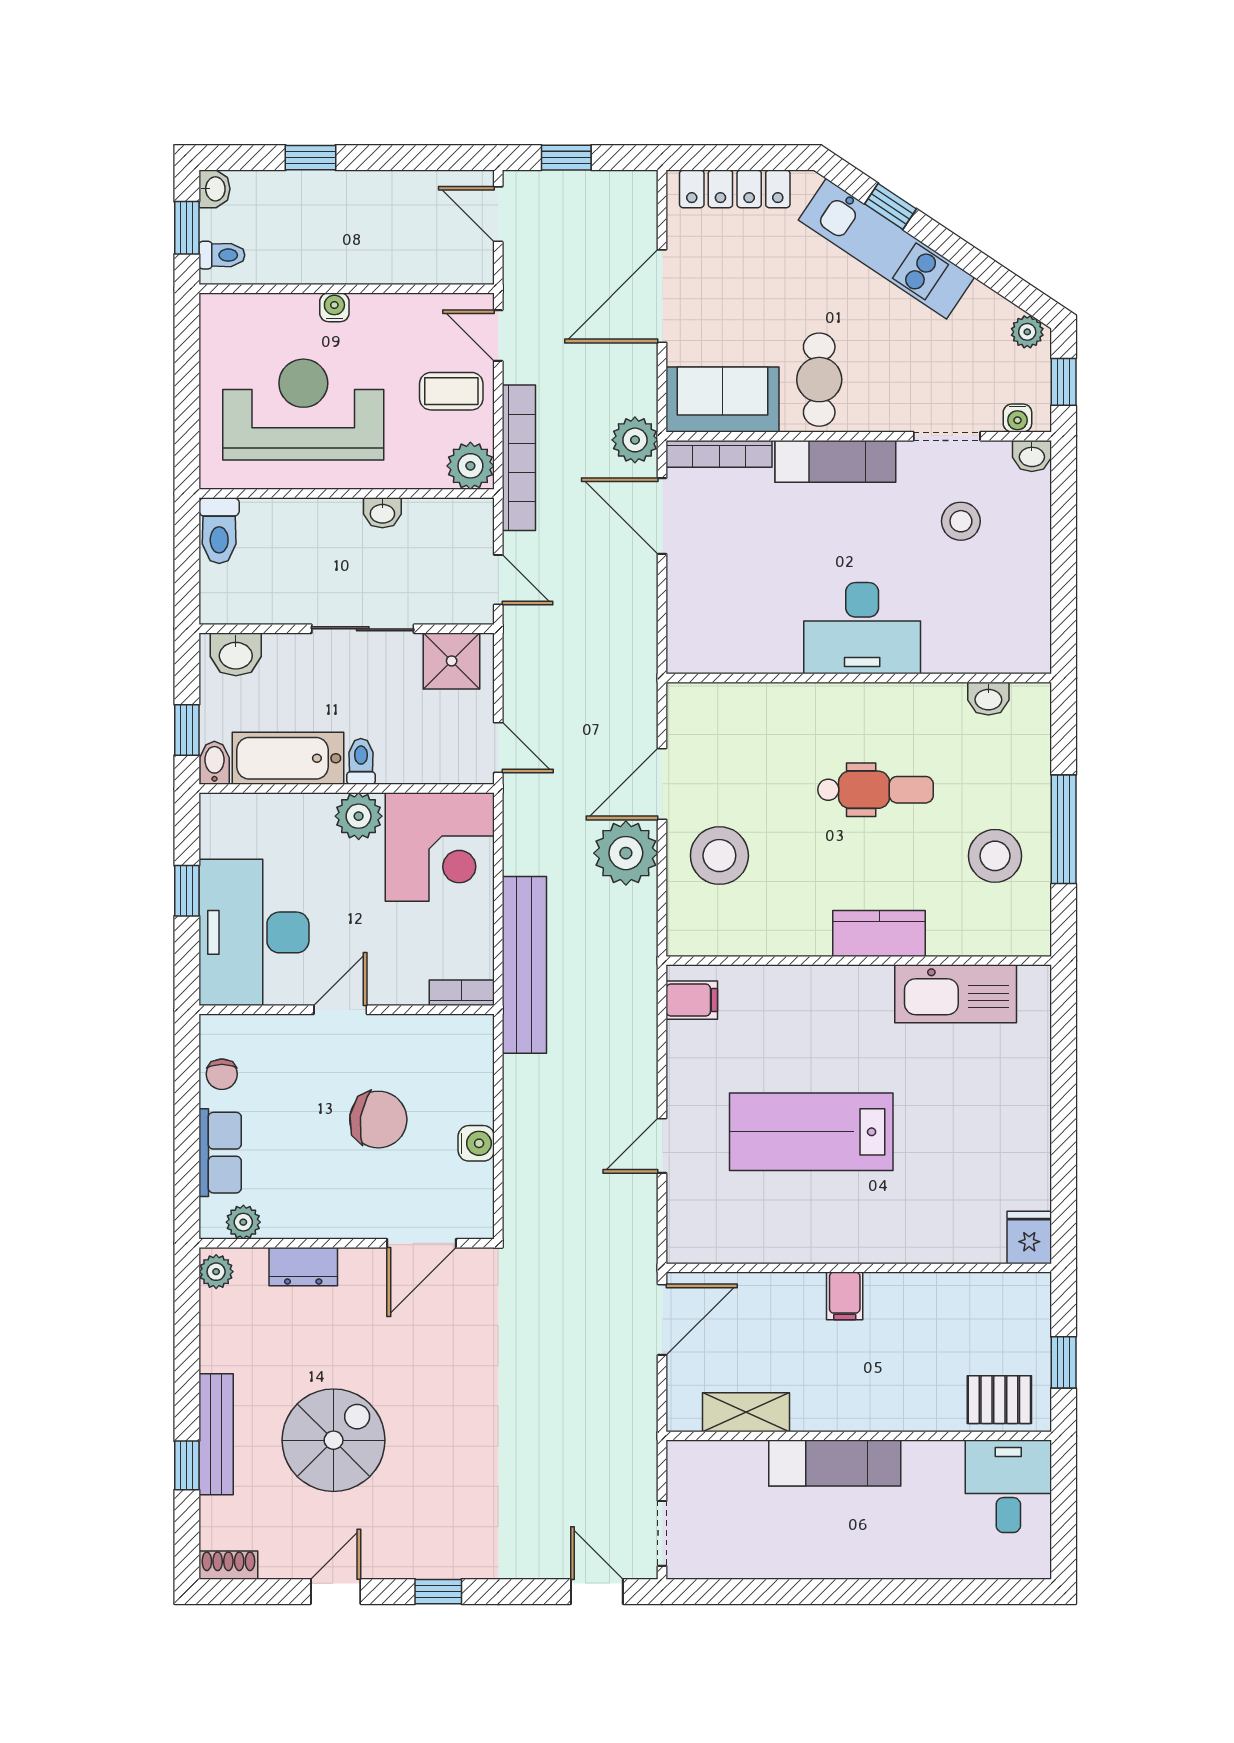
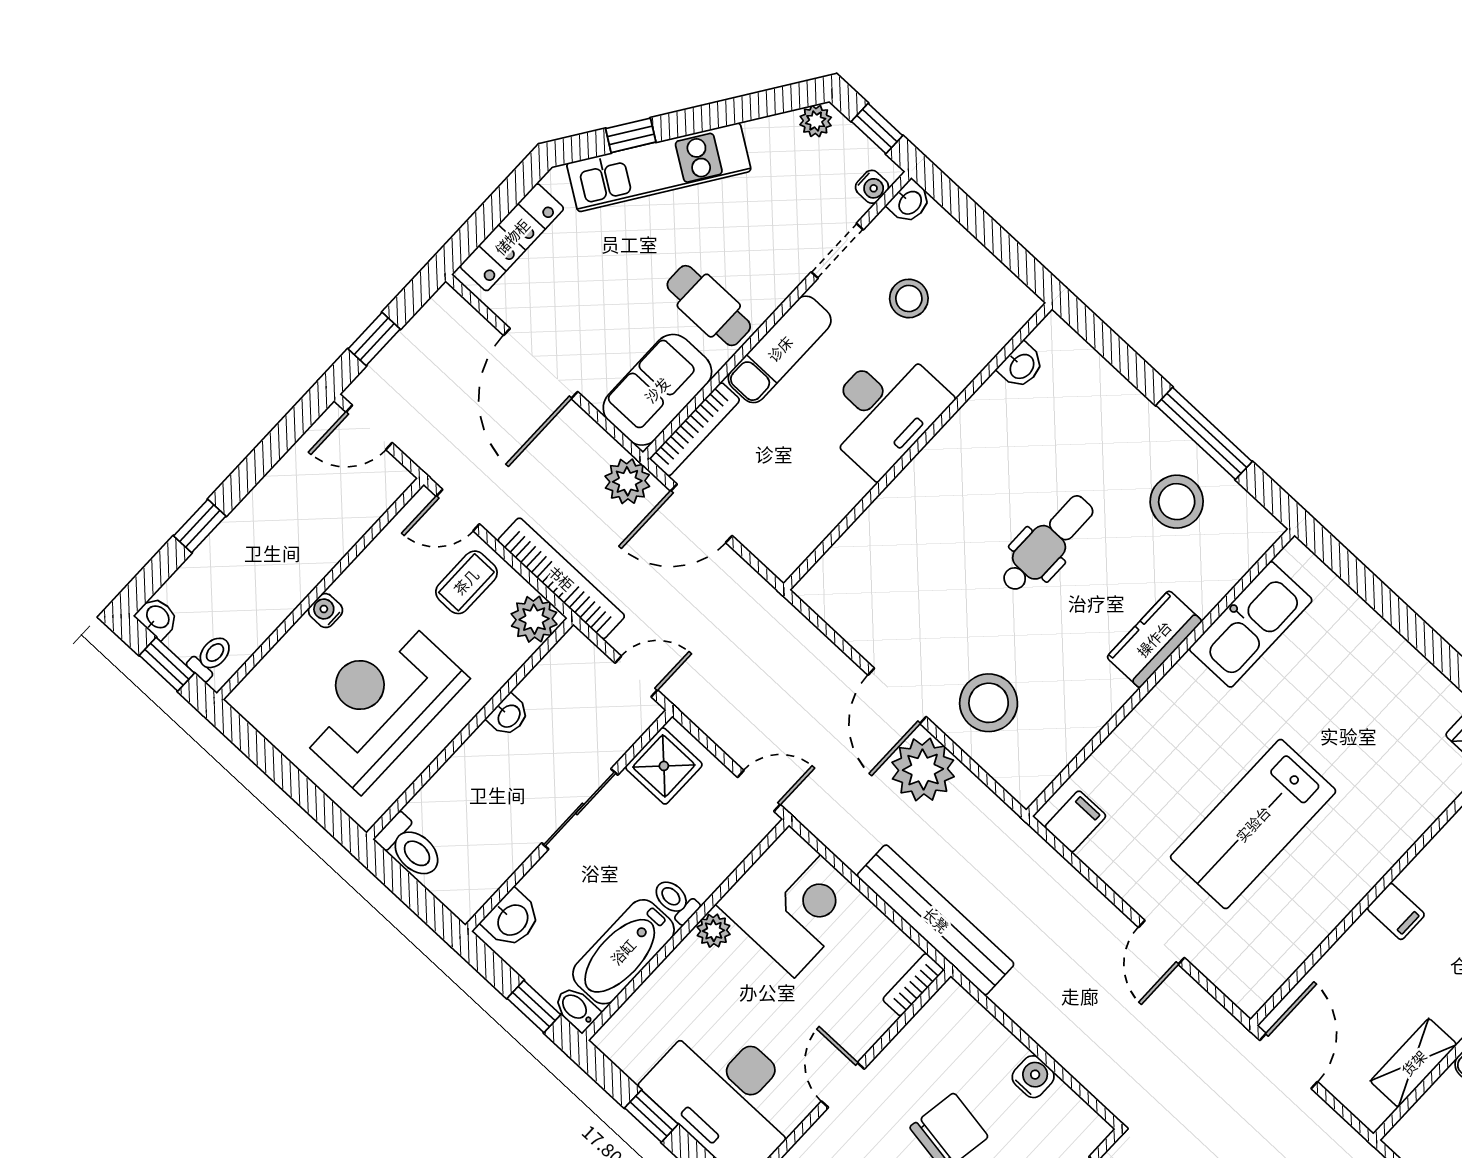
desk: (862, 628) -> (884, 410), moved
wall: (859, 678) -> (918, 446), moved
washbasin: (988, 699) -> (1021, 366), moved
plant: (359, 816) -> (714, 931), width x0.73, depth x0.73

